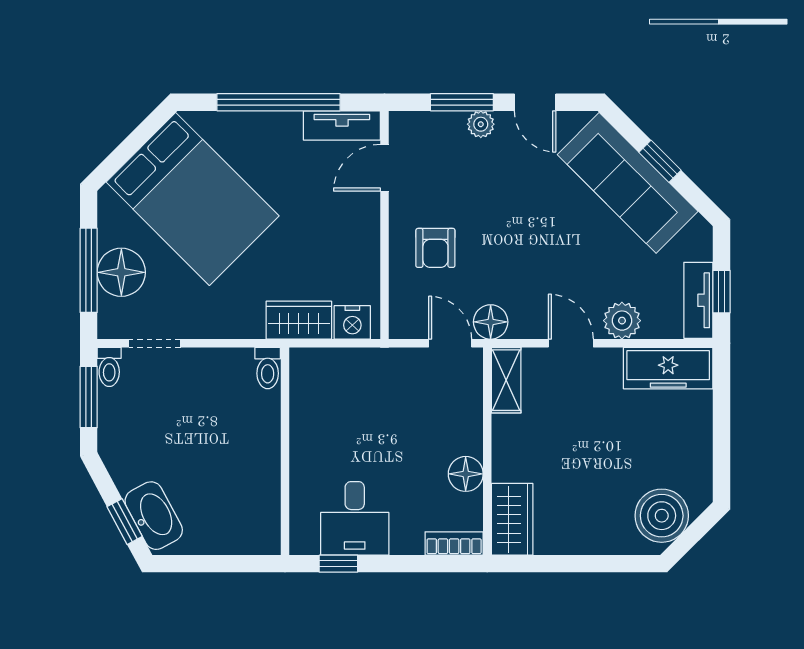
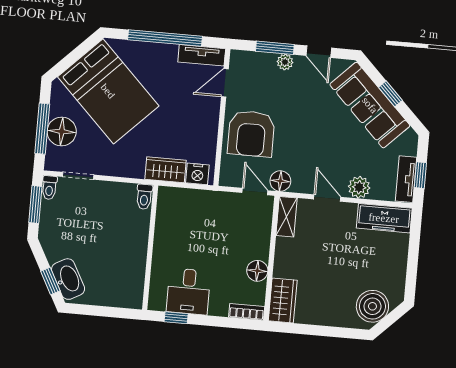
armchair: (435, 248) -> (251, 134), width x1.88, depth x1.88

